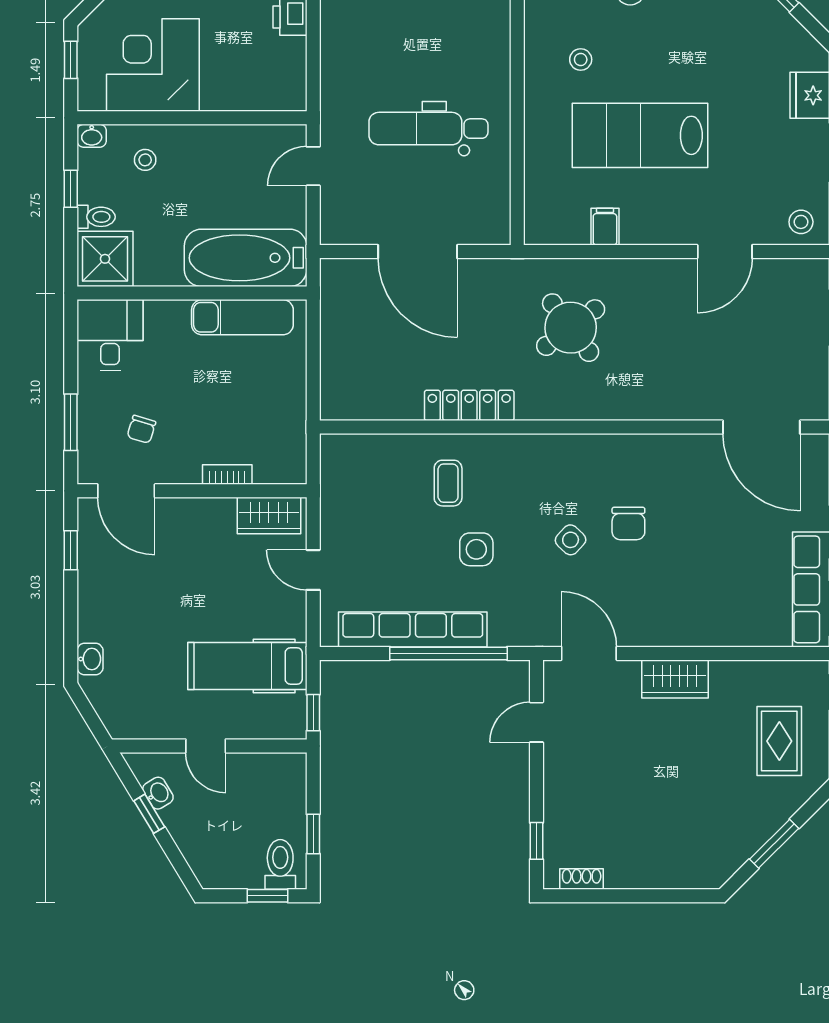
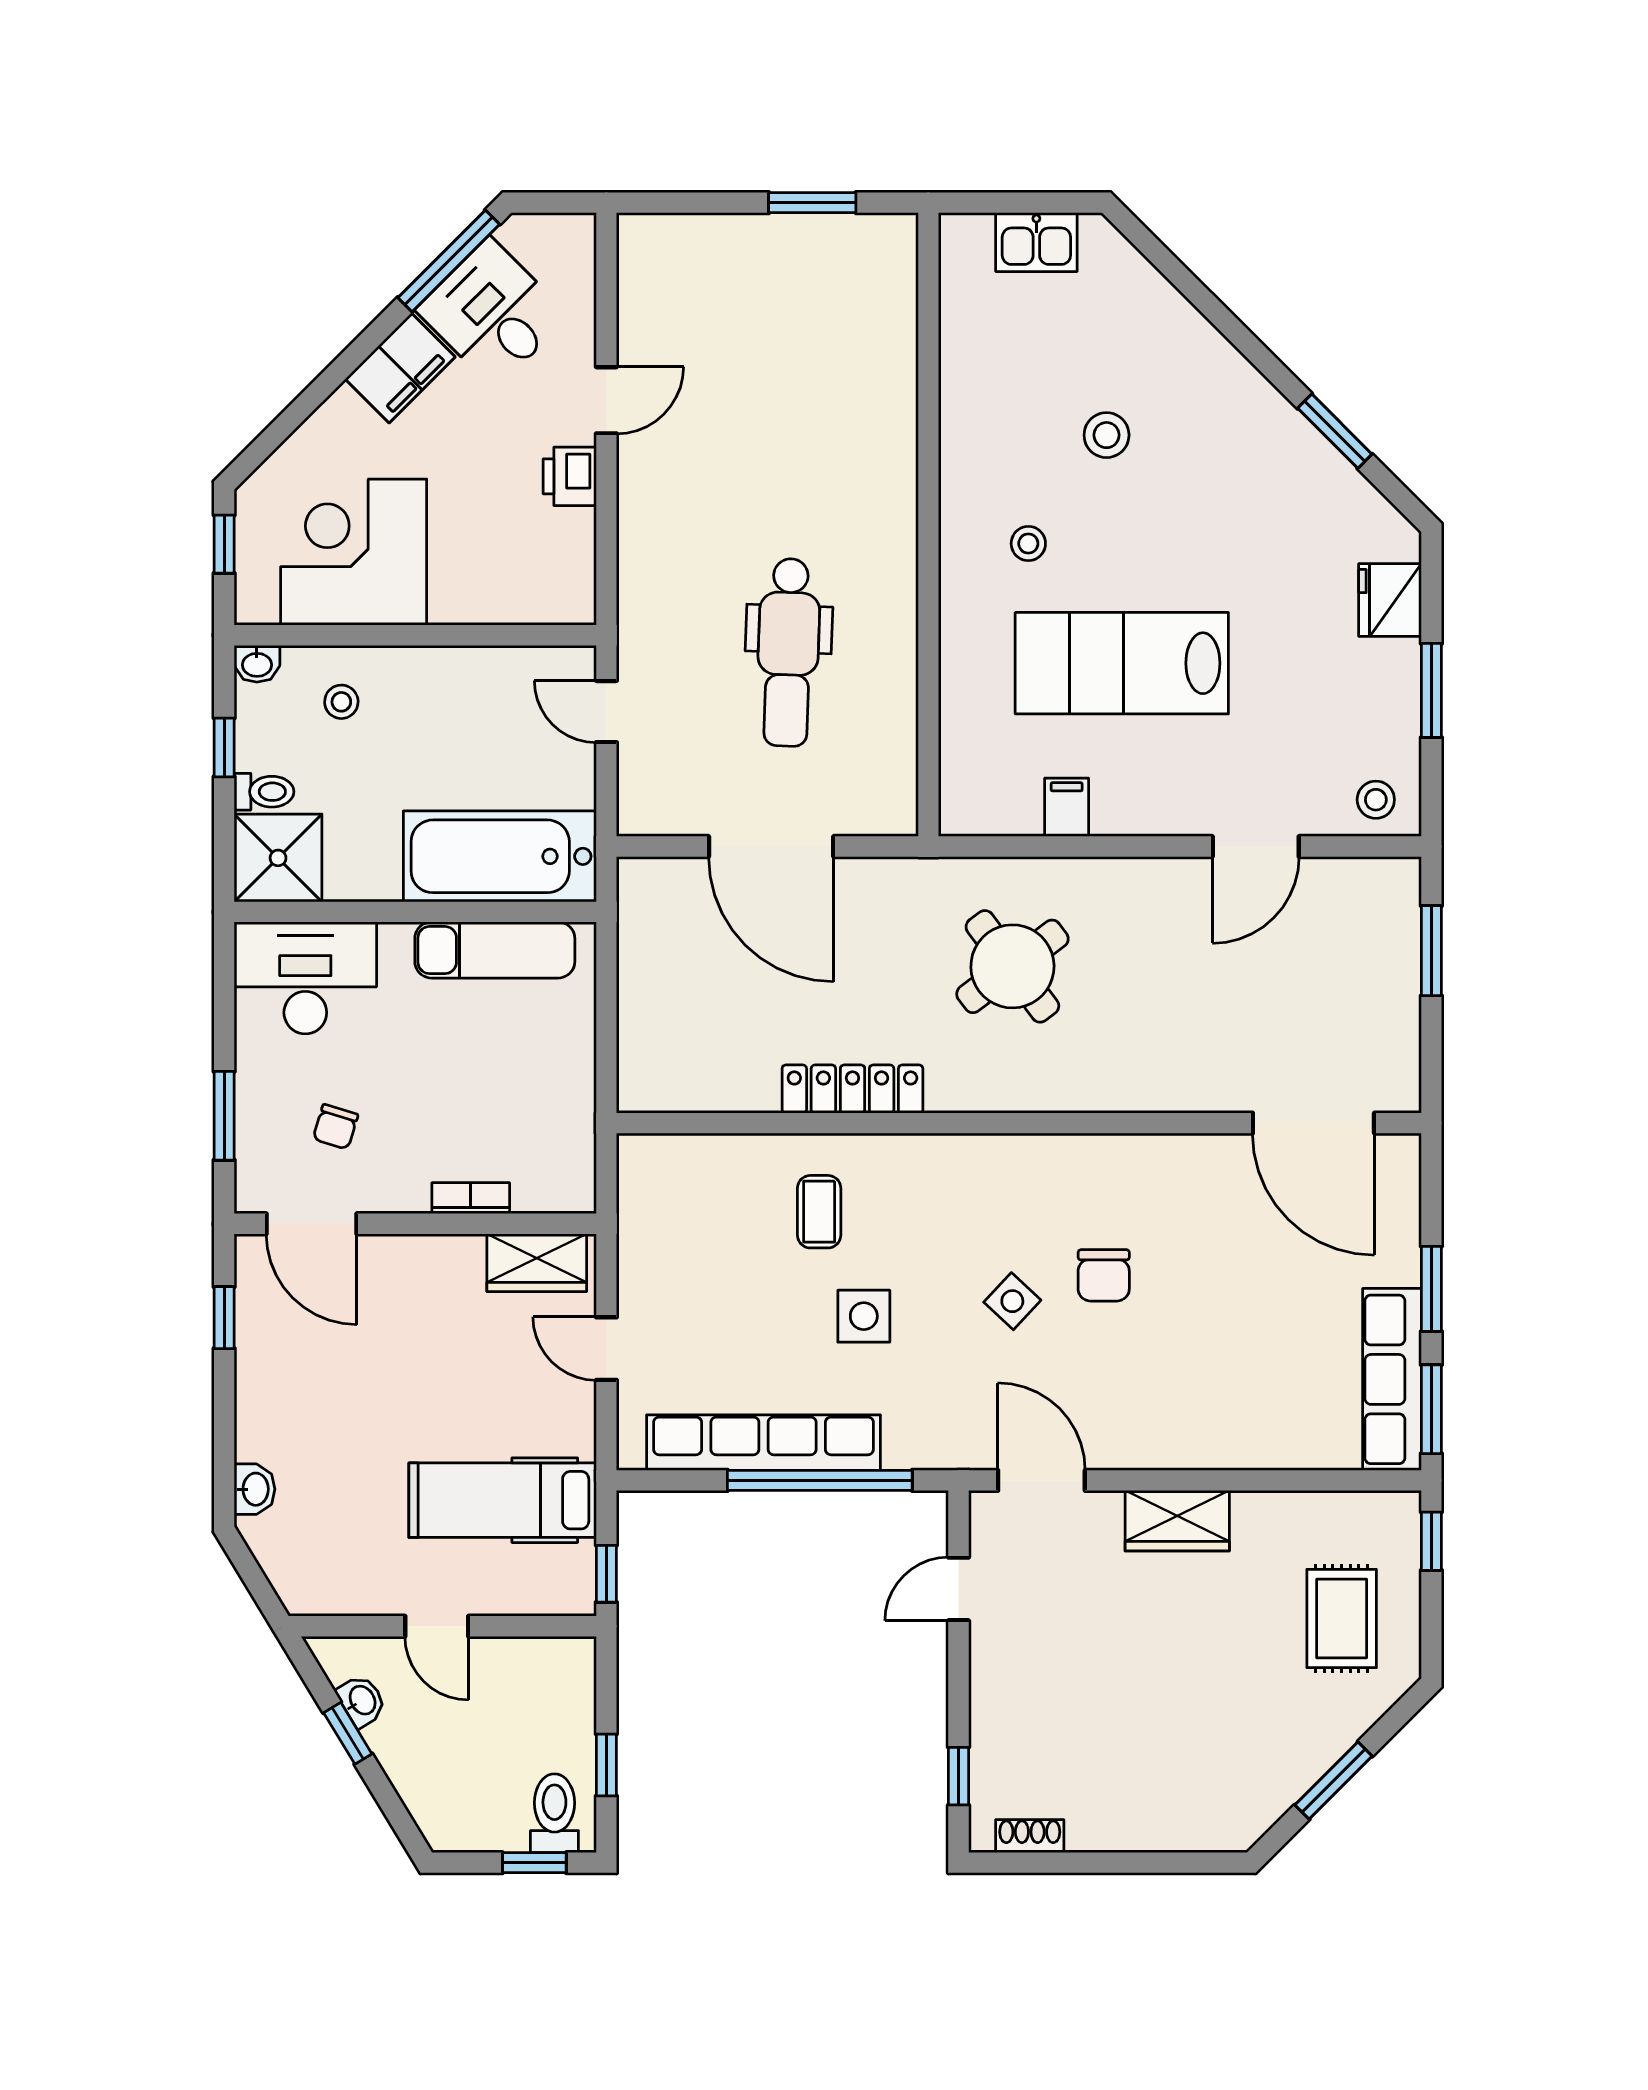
dental chair: (428, 129) -> (788, 652), turned -88
door: (313, 166) -> (606, 712), hinge flipped
desk: (110, 335) -> (305, 978), width x1.37

